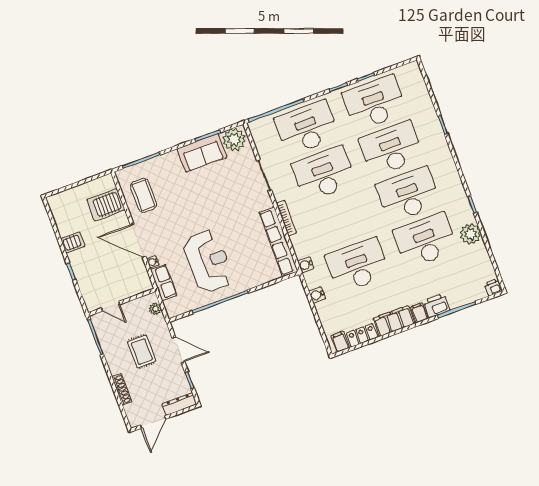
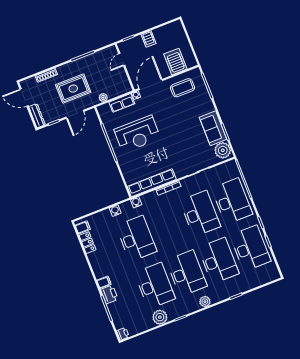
plant: (450, 169) -> (205, 302), added
wall: (122, 302) -> (125, 67), moved
door: (111, 306) -> (122, 59), moved
filing cabinet: (394, 321) -> (98, 265), removed
rug: (142, 351) -> (73, 89), width x1.36, depth x1.43

